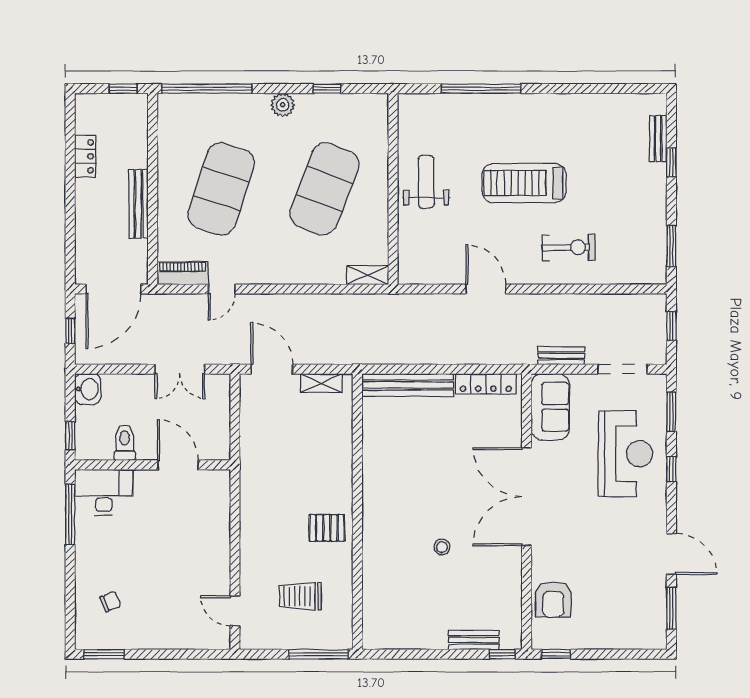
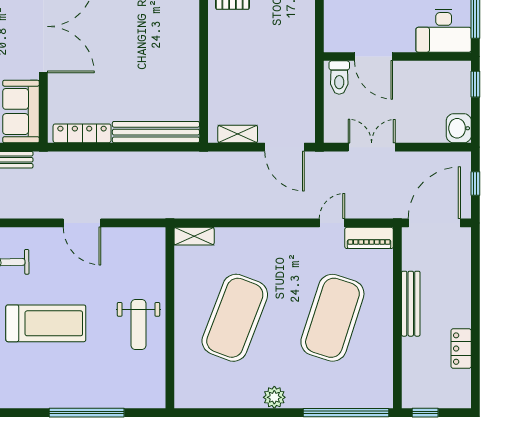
window: (327, 89) -> (232, 413), removed
toilet: (125, 443) -> (339, 77), moved

